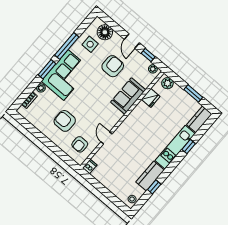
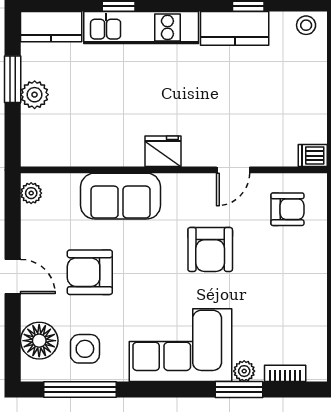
door: (132, 41) -> (13, 277), hinge flipped
window: (67, 46) -> (80, 389), moved
window: (148, 55) -> (13, 224), removed
window: (47, 69) -> (239, 389), moved
plant: (167, 83) -> (35, 95), moved
fridge: (151, 98) -> (163, 151), moved
armchair: (65, 121) -> (210, 249), moved

